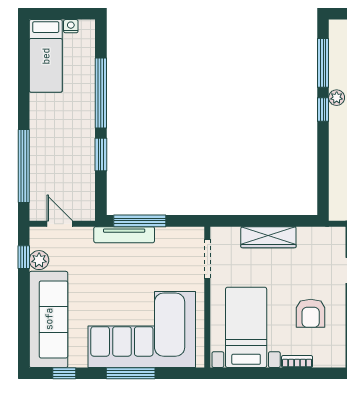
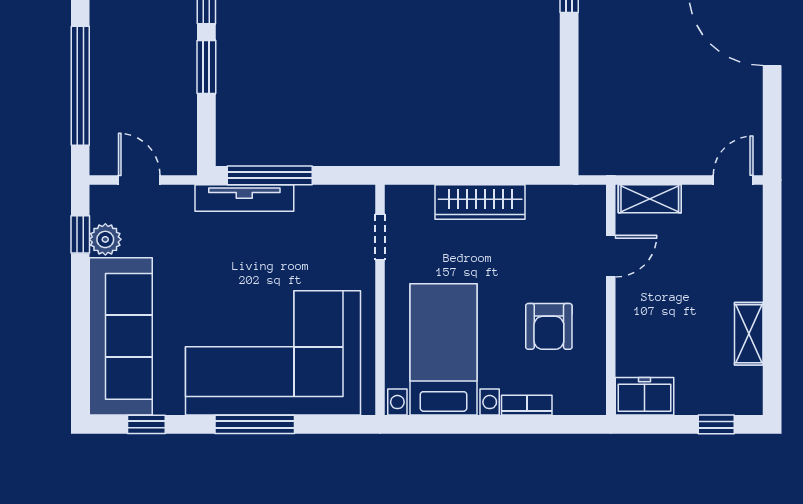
doorway: (207, 259) -> (380, 237), width x0.73

